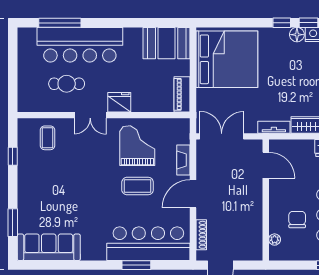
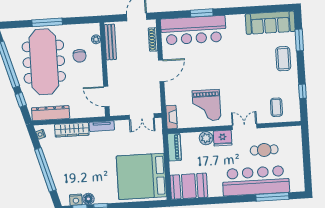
plant: (141, 104) -> (206, 138), added
double door: (222, 136) -> (142, 117), width x0.73
fireplace: (183, 160) -> (171, 117), moved
coffee table: (138, 186) -> (283, 59), moved, turned 90
bench: (256, 235) -> (110, 42), added

